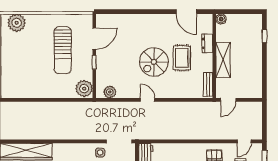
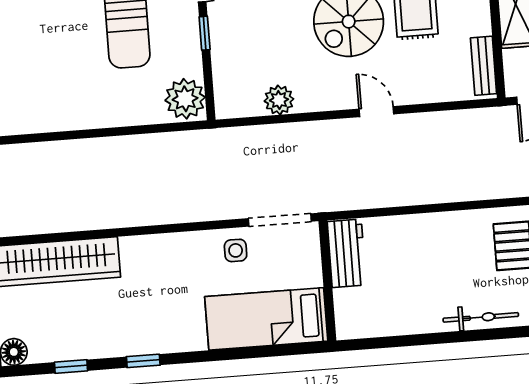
plant: (110, 92) -> (279, 100), moved
door: (147, 100) -> (376, 112), moved

